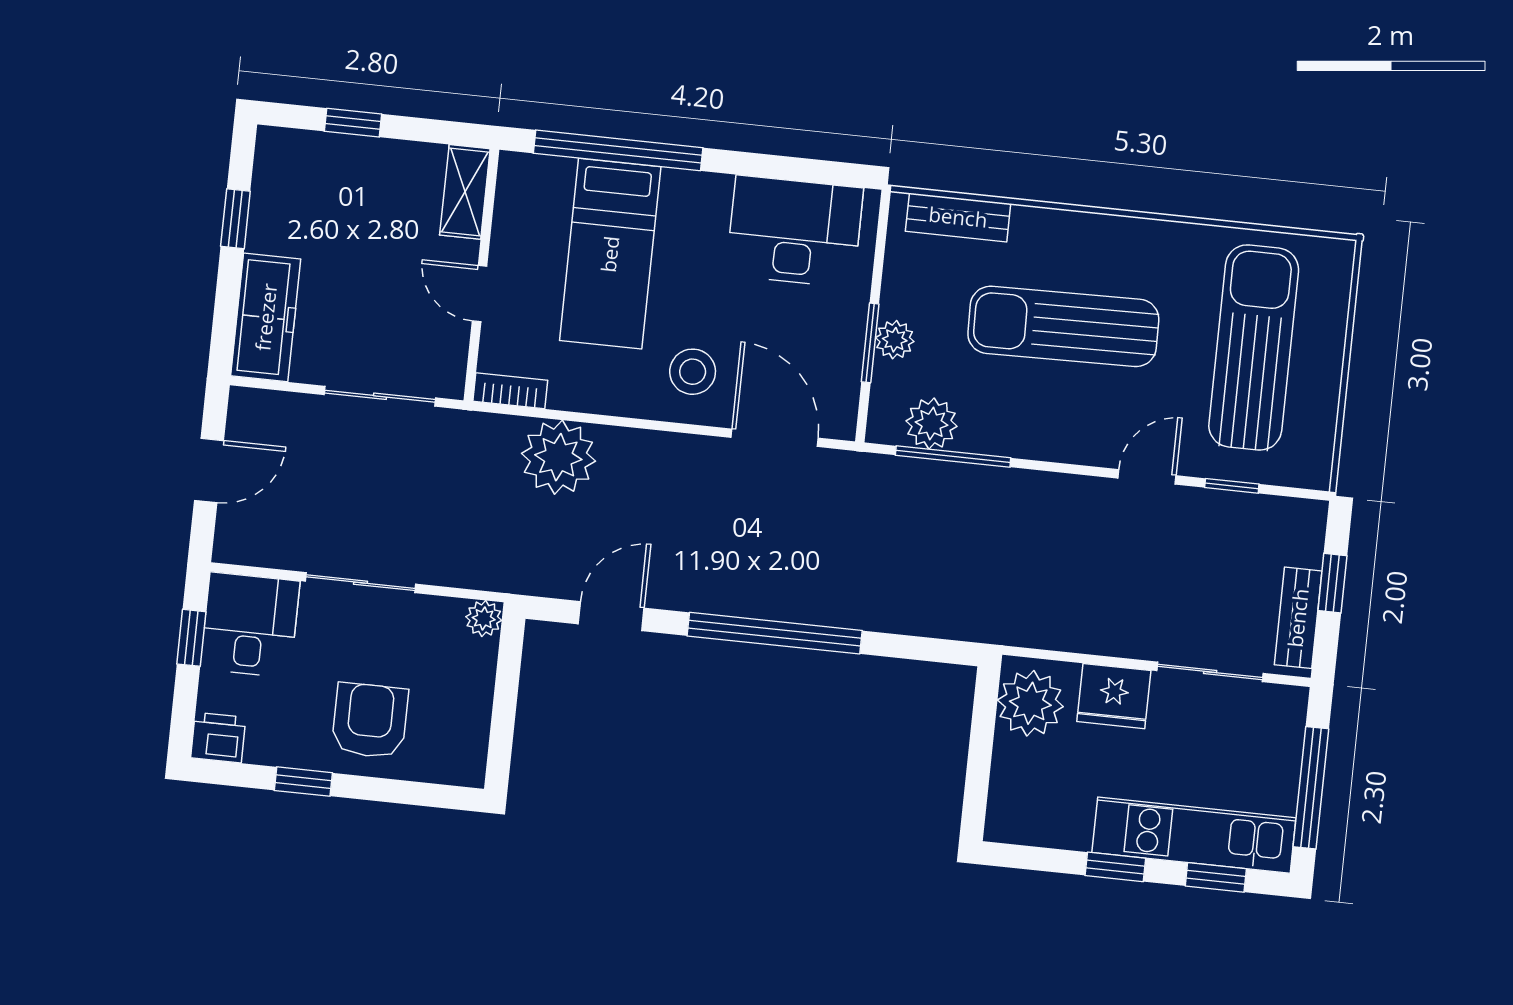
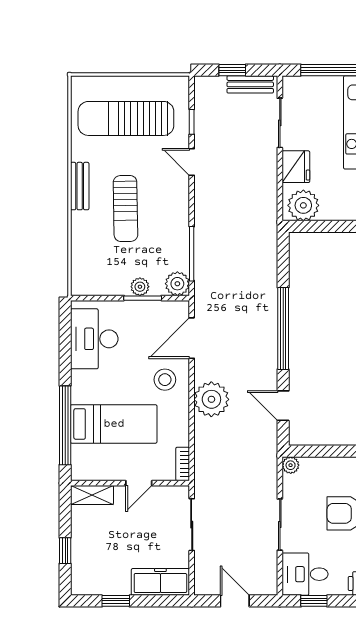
bench: (958, 217) -> (80, 186), moved
sun lounger: (1063, 326) -> (125, 209), width x0.73, depth x0.75
plant: (932, 424) -> (177, 284), moved
plant: (558, 457) -> (211, 399), moved

